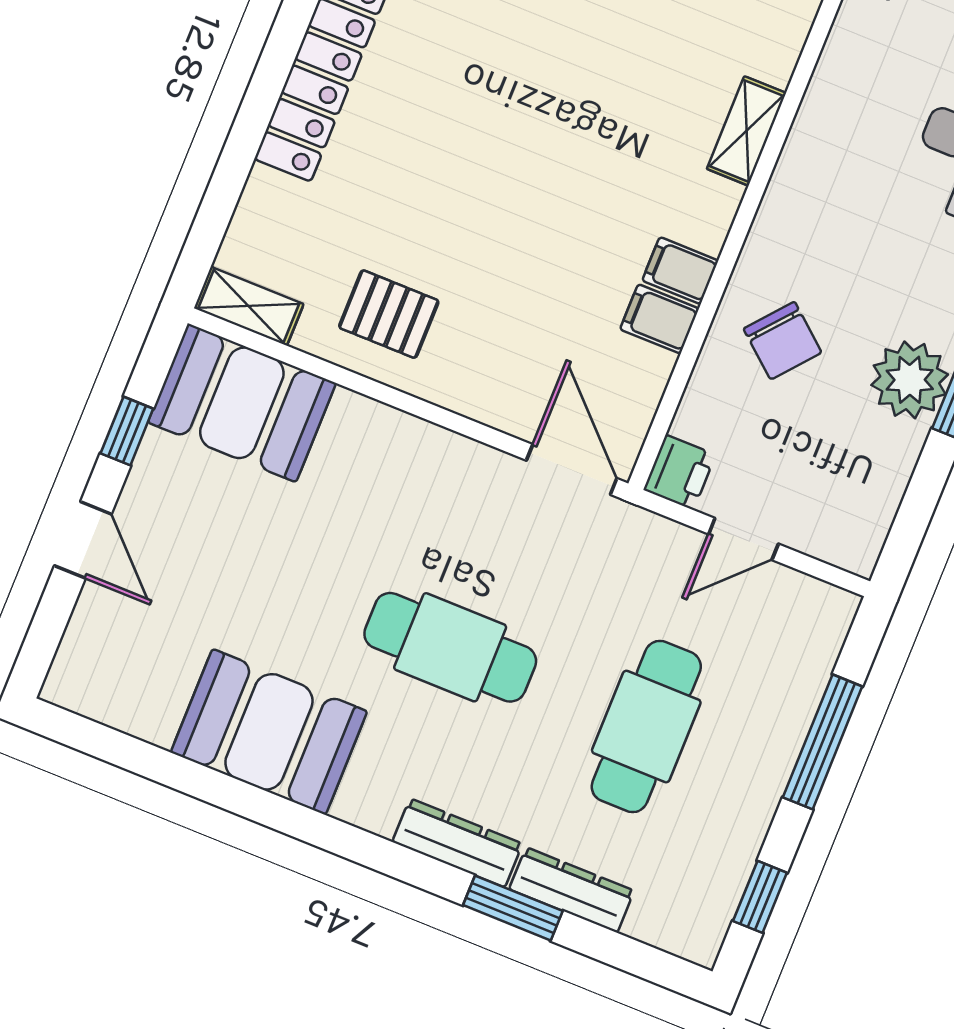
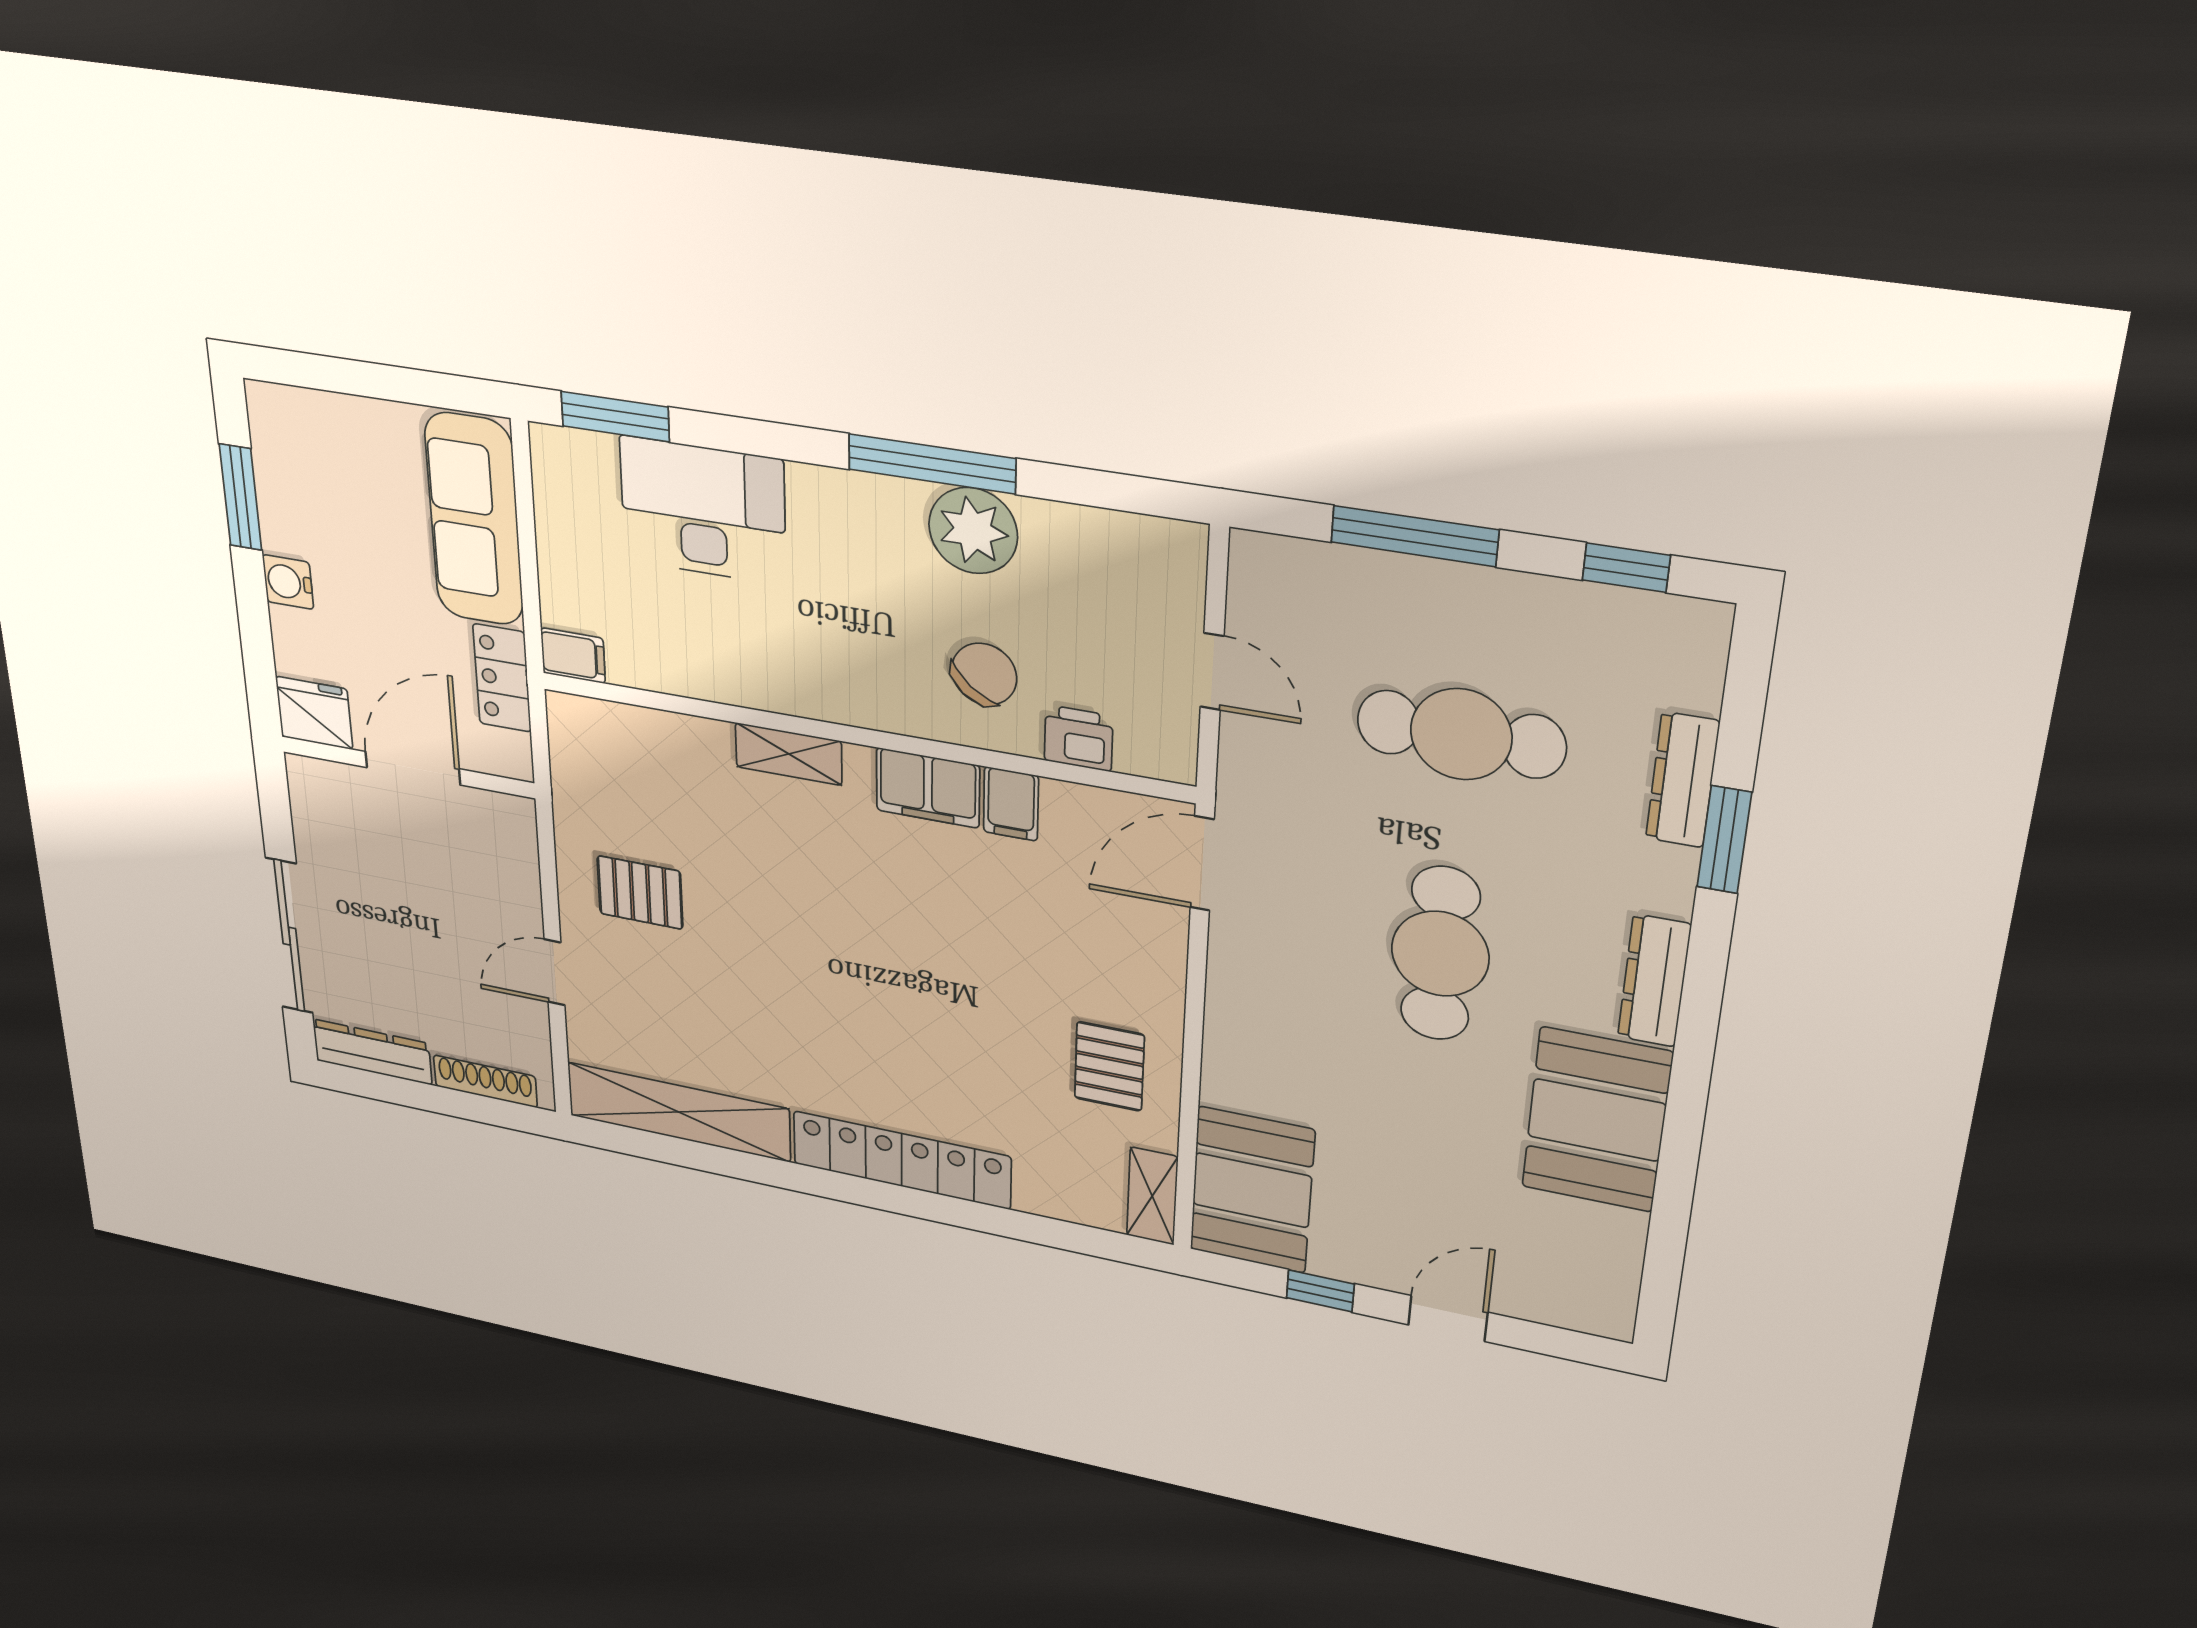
filing cabinet: (680, 271) -> (928, 788), width x2.00
printer: (680, 472) -> (1079, 738), moved
dresser: (457, 843) -> (1654, 981), moved

